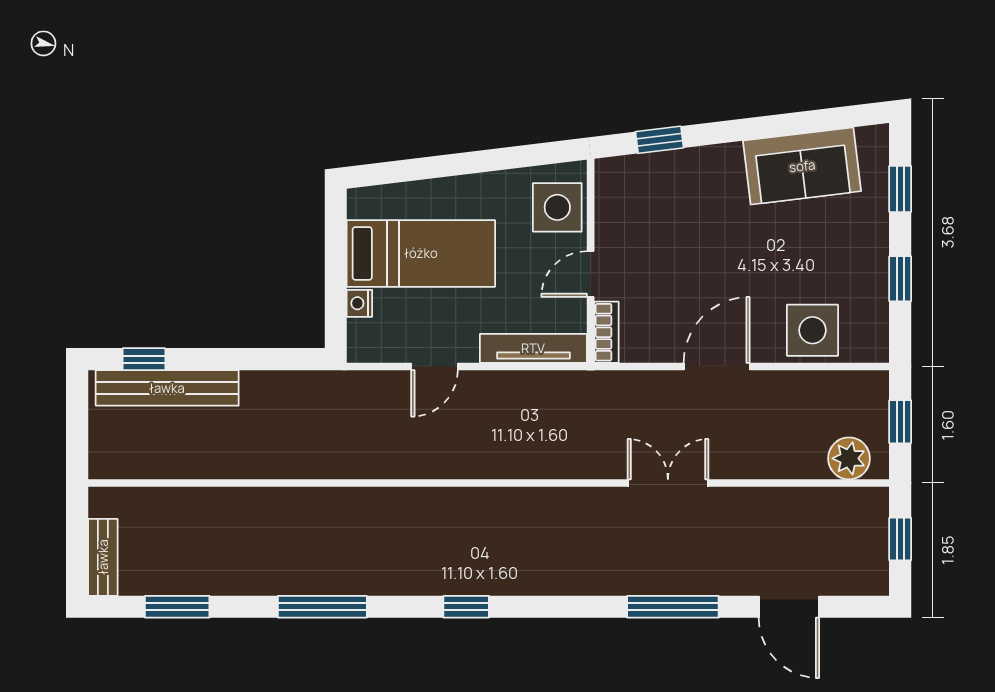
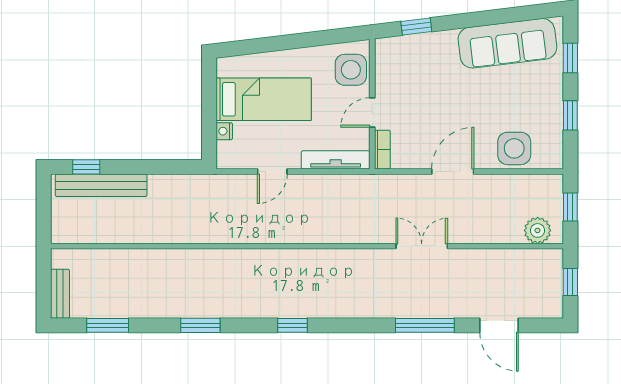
sofa: (802, 166) -> (507, 43), width x1.36
window: (322, 607) -> (200, 325), width x0.69

